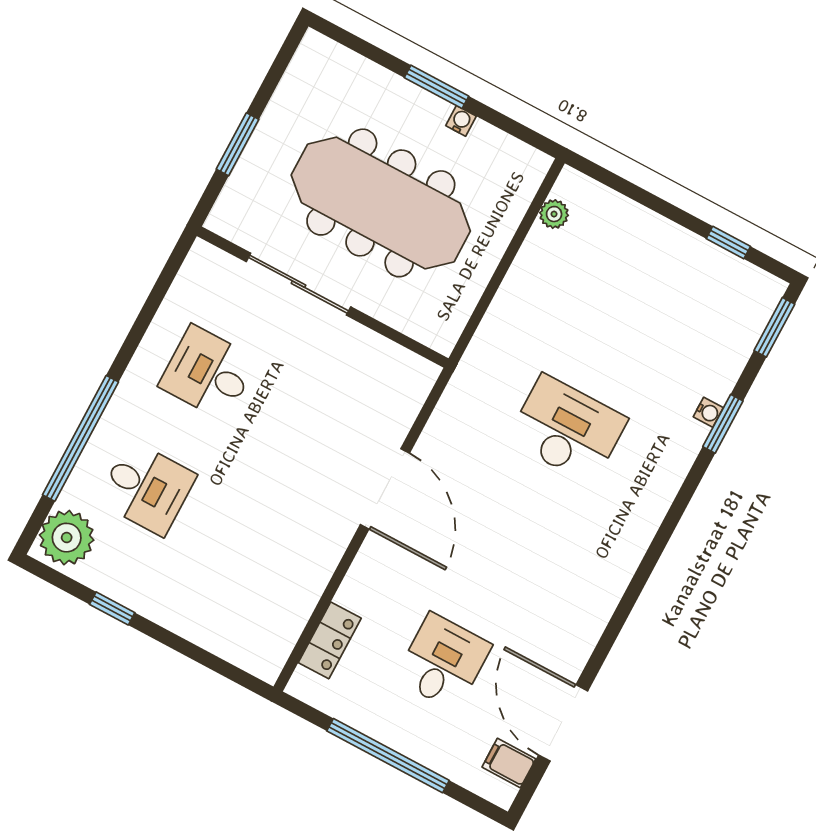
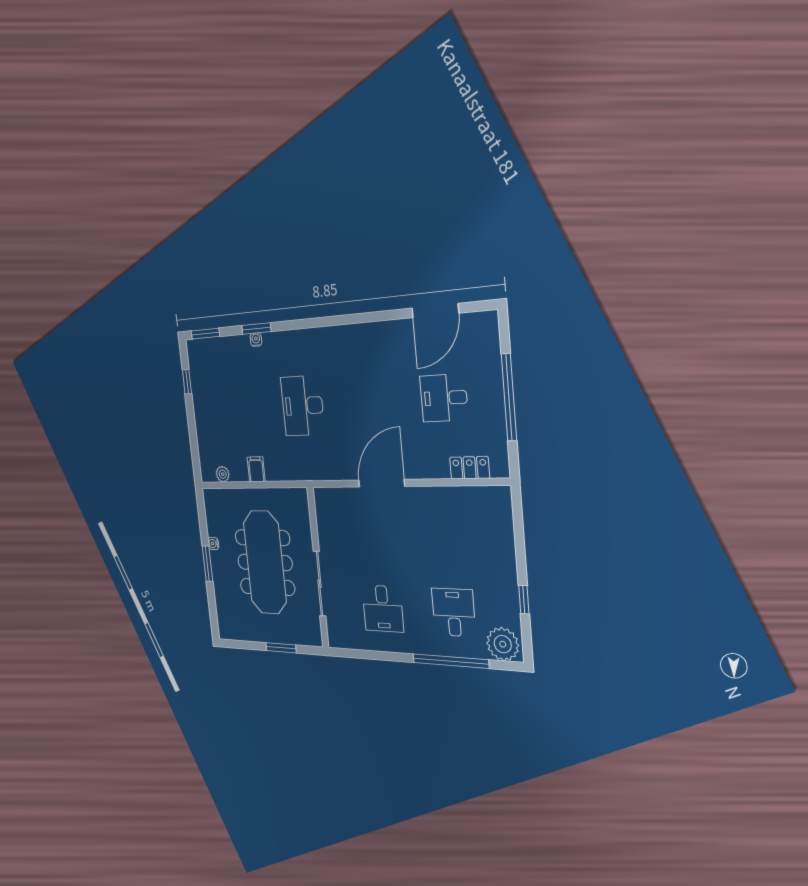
filing cabinet: (509, 763) -> (256, 469), moved, turned 180

